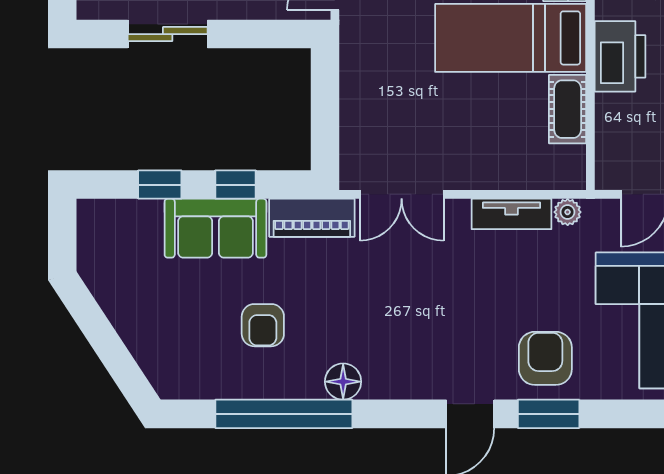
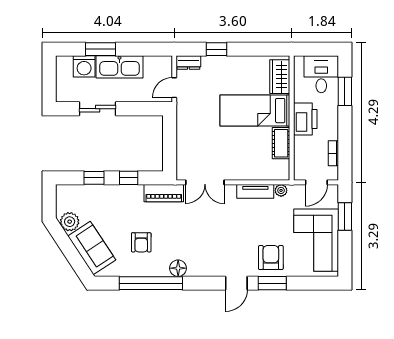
sofa: (215, 228) -> (92, 248), moved, turned -123
plant: (107, 280) -> (70, 222), added

